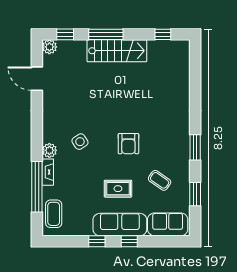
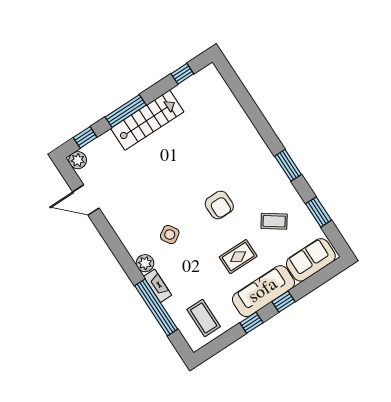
coffee table: (54, 214) -> (204, 318), moved

